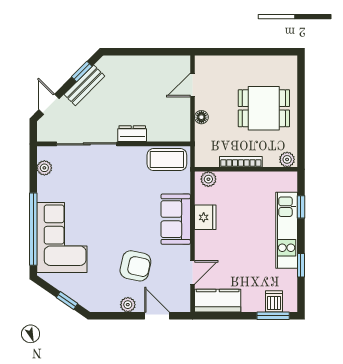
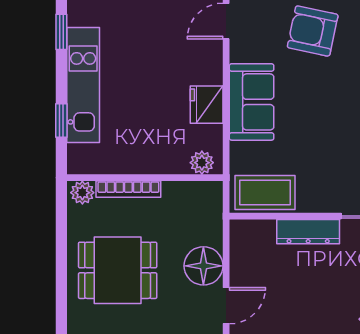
floor lamp: (201, 117) -> (203, 266), width x1.89, depth x1.89
dresser: (132, 134) -> (308, 232), width x1.44
bookcase: (241, 162) -> (128, 189), moved

